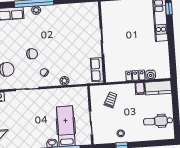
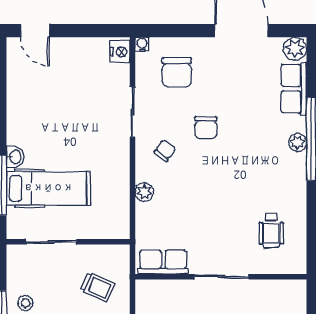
wheelchair: (79, 20) -> (271, 230), added

